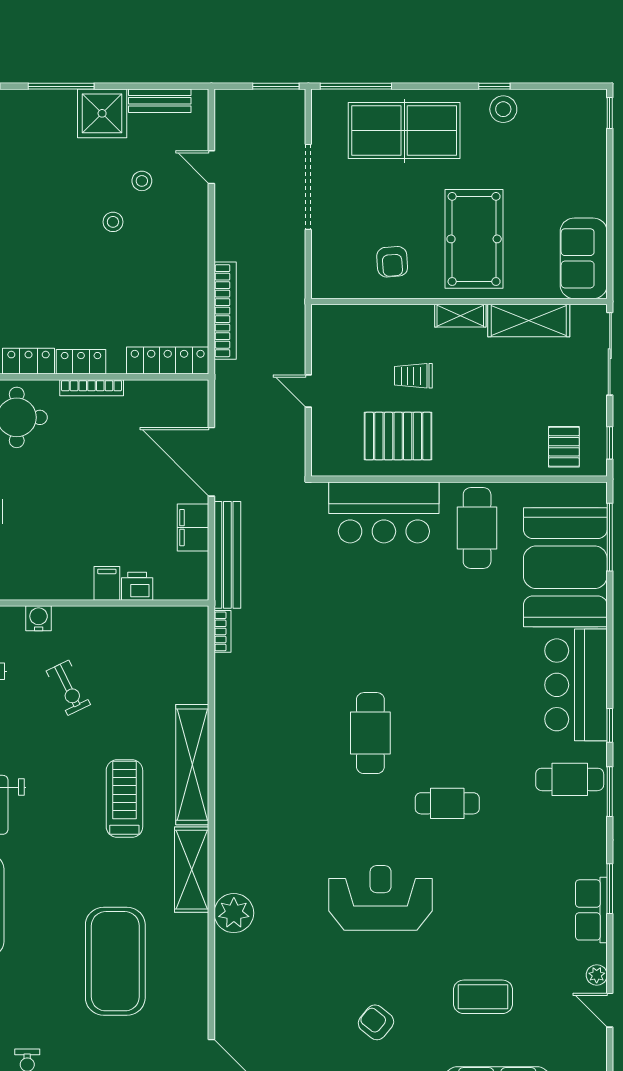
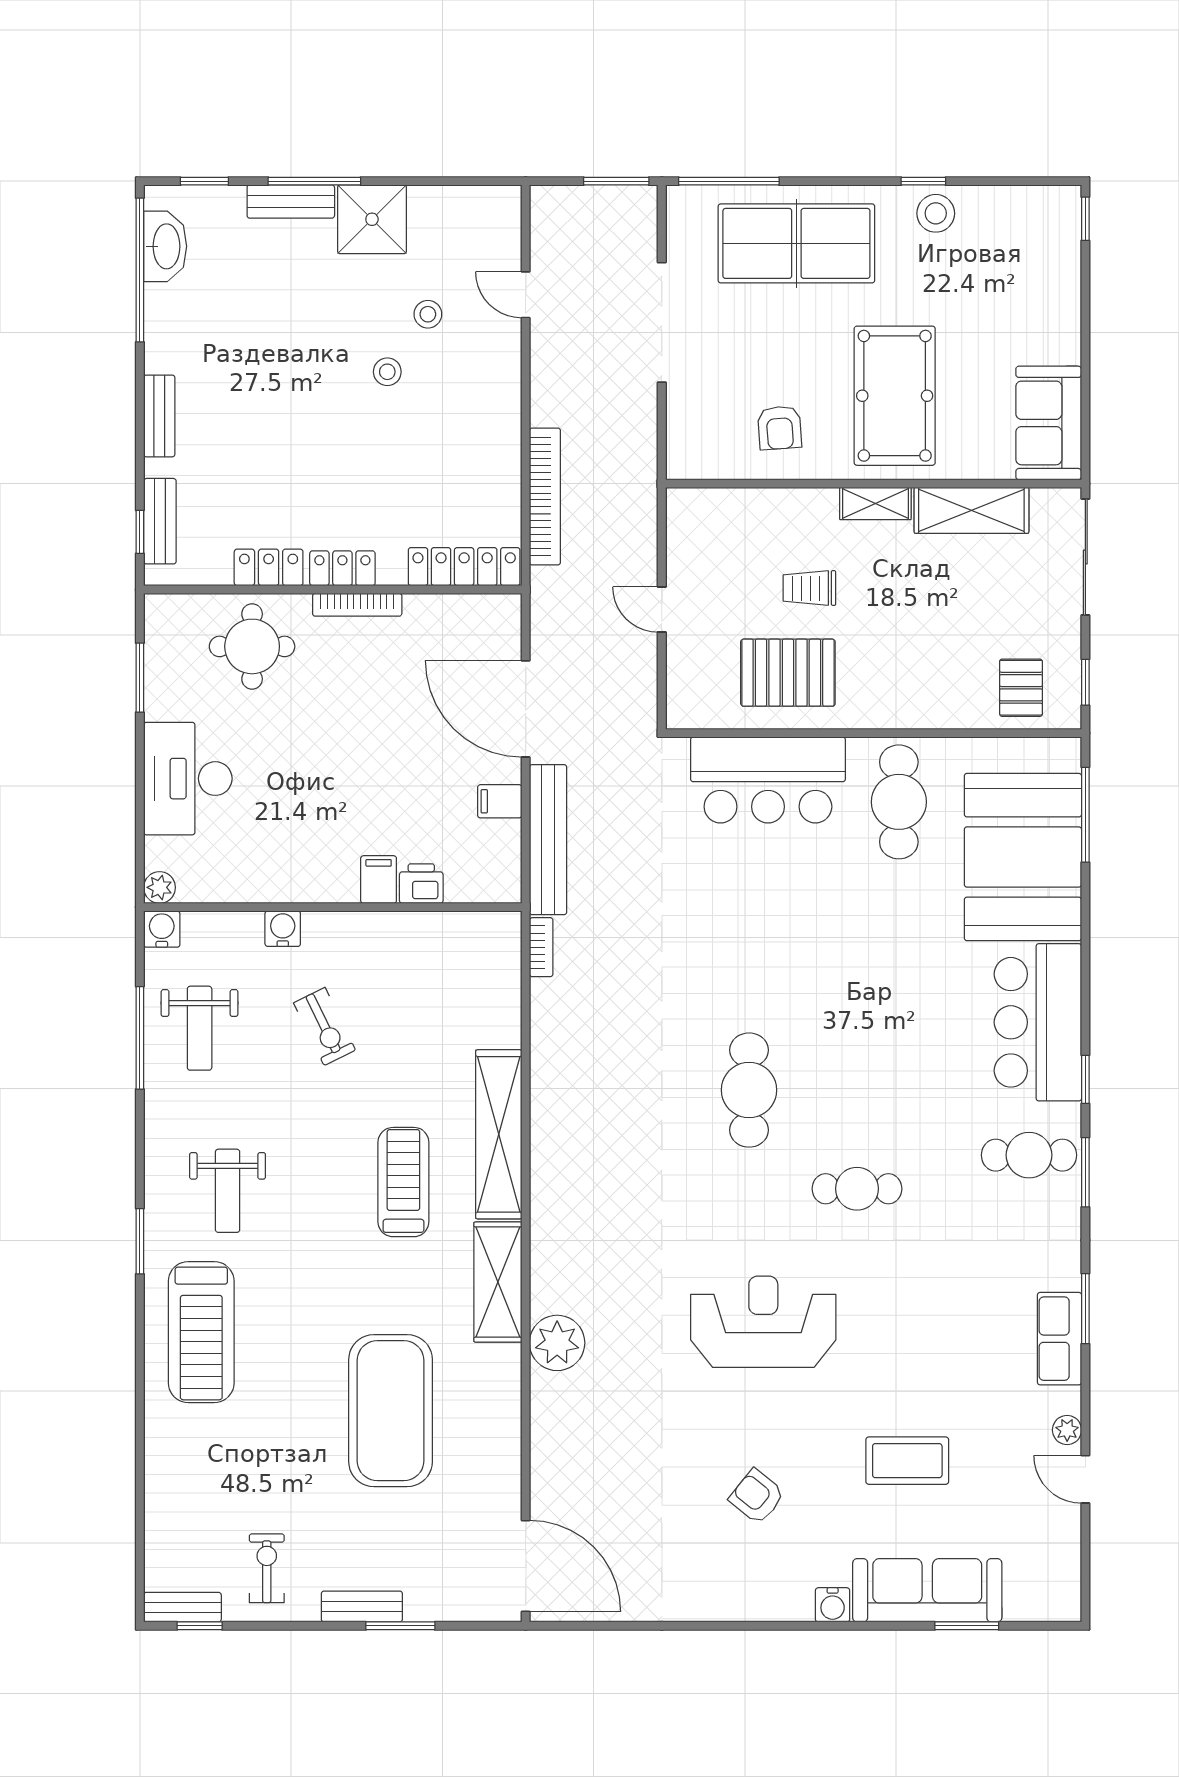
bench: (160, 101) -> (291, 202), moved
filing cabinet: (193, 528) -> (500, 801), width x0.50

